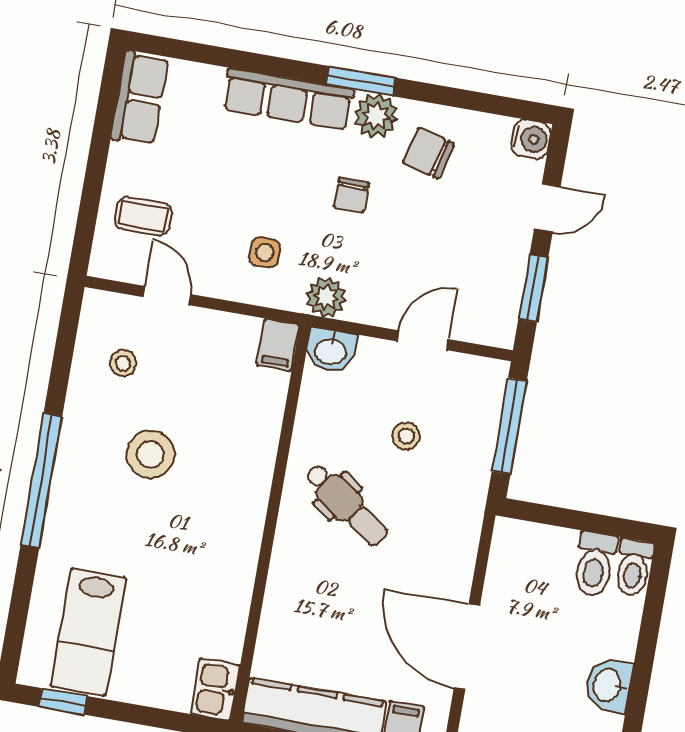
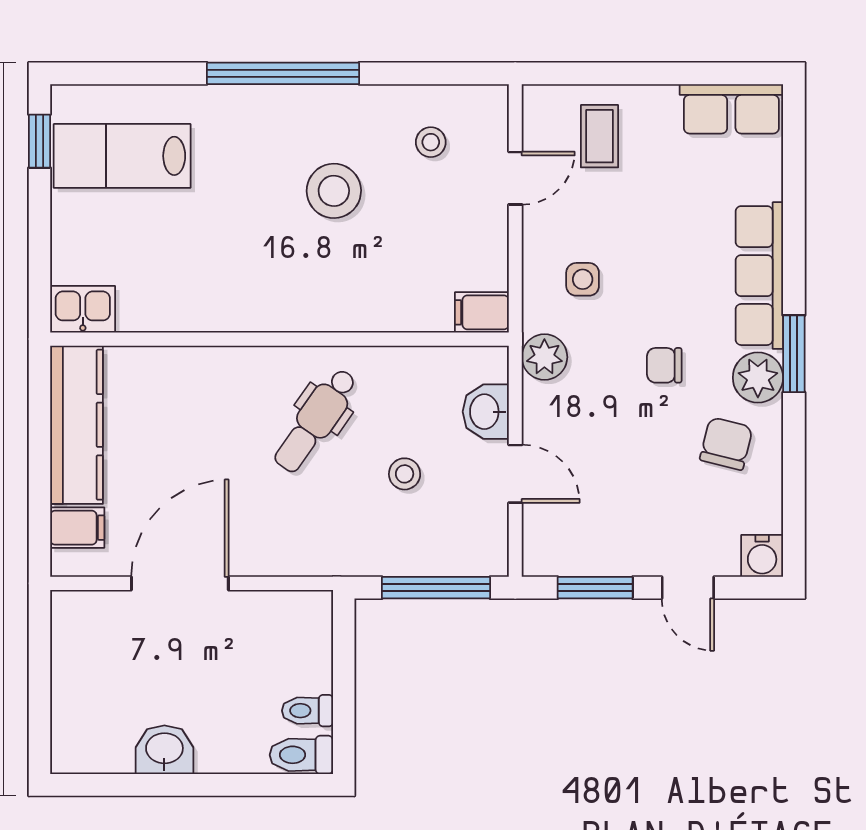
washbasin: (331, 350) -> (486, 412), moved
toilet: (595, 564) -> (307, 711), width x0.73, depth x0.72

